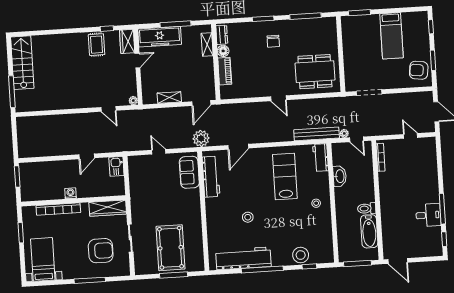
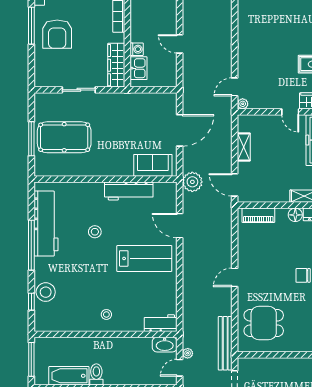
piano: (225, 71) -> (258, 215), moved
dining table: (315, 72) -> (264, 323), width x0.73
door: (109, 109) -> (235, 87), moved
bench: (317, 134) -> (225, 343), moved
door: (159, 152) -> (180, 130), width x1.88
kitchen sink: (116, 166) -> (139, 68), moved, turned 90
lab bench: (285, 176) -> (144, 258), moved
washbasin: (340, 176) -> (165, 345), moved
workbench: (211, 177) -> (129, 191), moved
washing machine: (70, 193) -> (137, 49), moved
armchair: (101, 251) -> (57, 34), moved
window: (90, 280) -> (31, 26), moved

